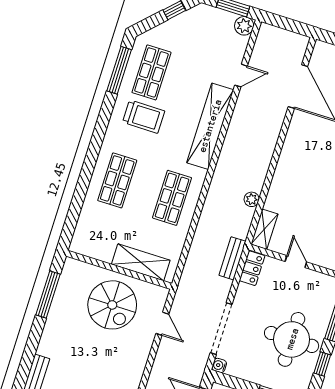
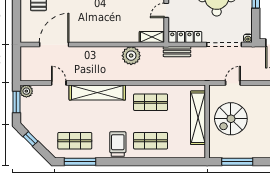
trolley: (144, 117) -> (118, 144), moved
plant: (252, 199) -> (131, 56), width x1.88, depth x1.88
shelving: (141, 262) -> (198, 118), width x1.47
locker: (252, 268) -> (185, 37), width x1.53
spiral stairs: (112, 305) -> (231, 119), turned 180

